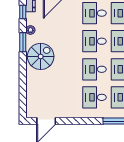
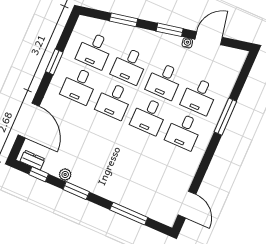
spiral stairs: (41, 56) -> (104, 176), removed
window: (23, 84) -> (129, 214), added

